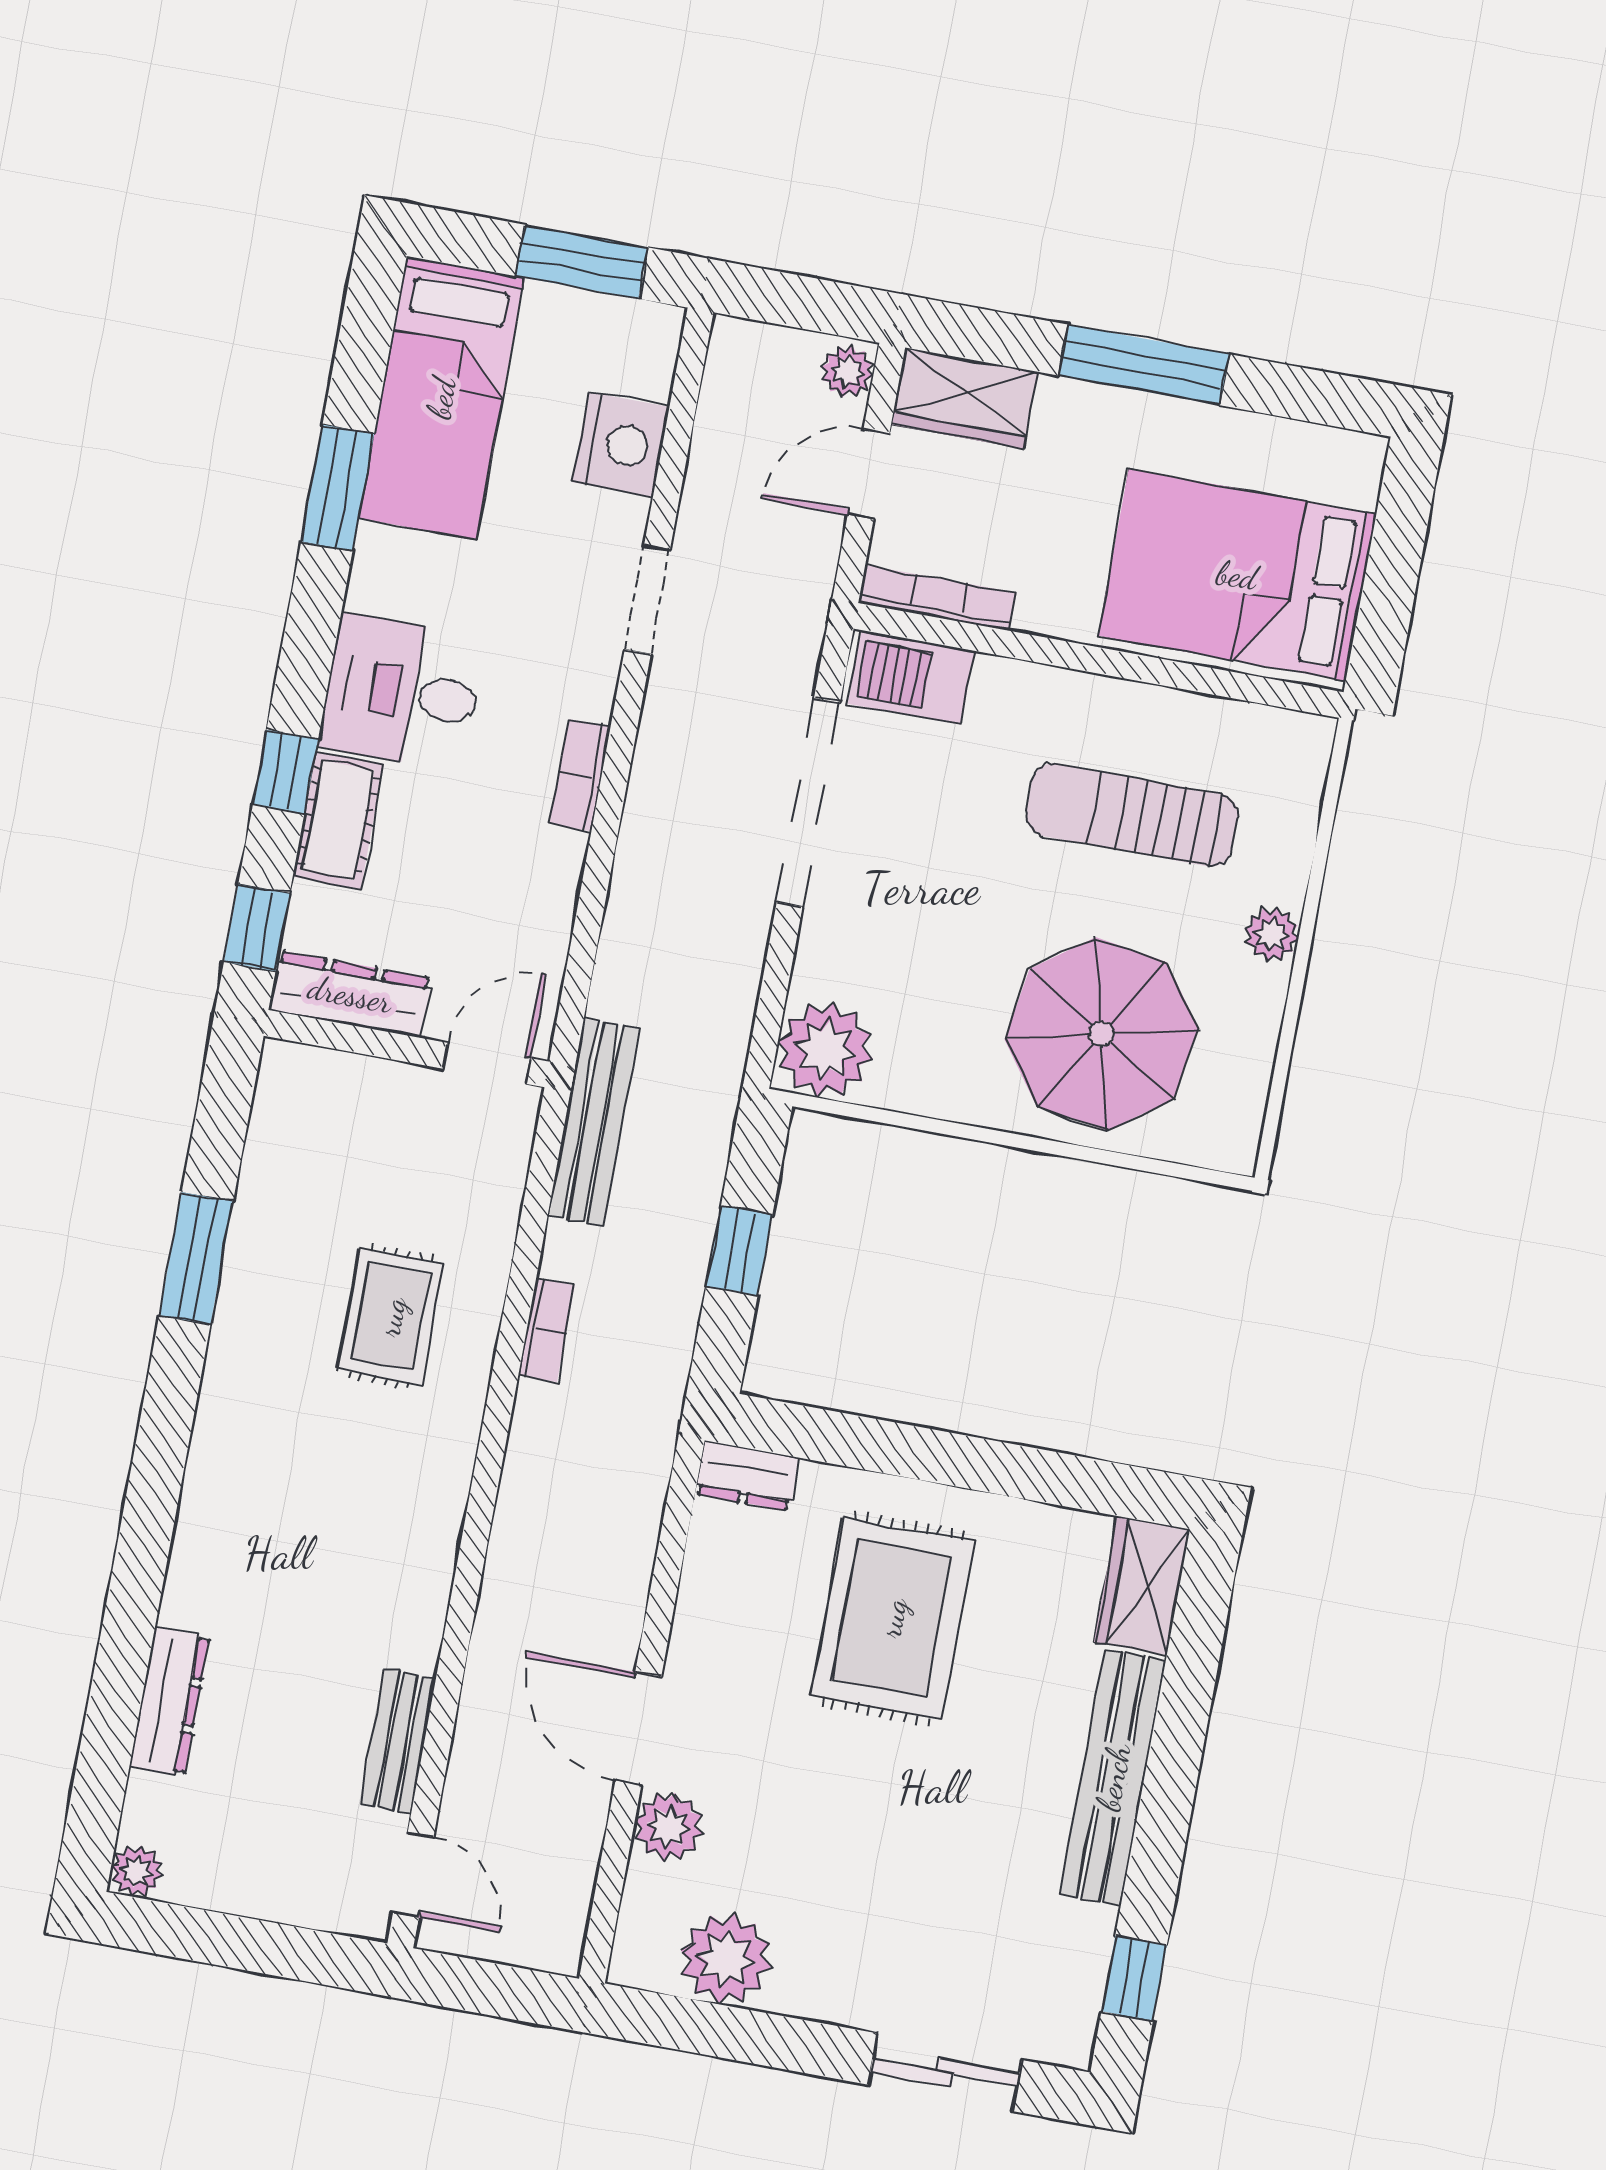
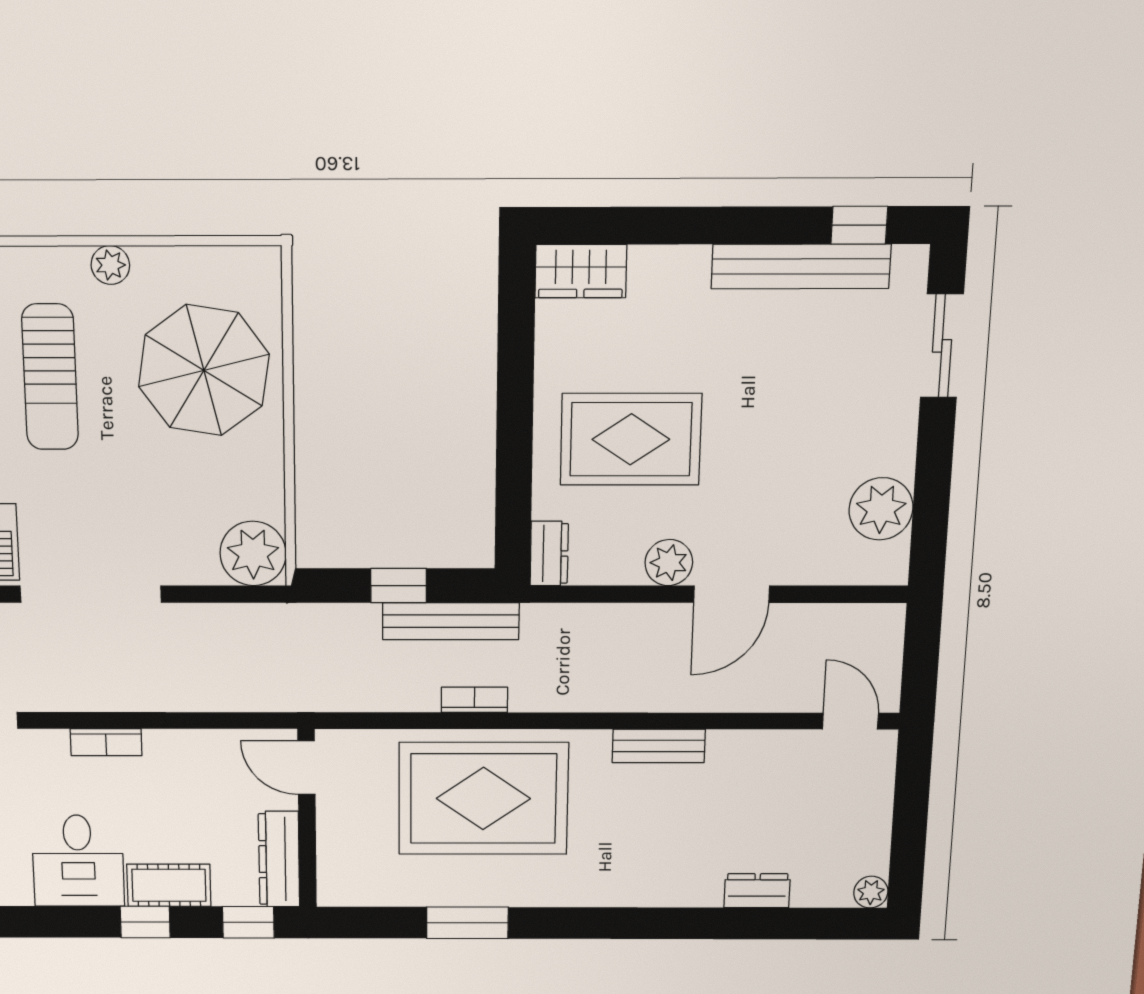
bench: (593, 1122) -> (451, 621), moved
rug: (391, 1317) -> (483, 799), width x1.86, depth x2.06
dresser: (170, 1701) -> (757, 891), width x0.70
bench: (398, 1742) -> (659, 746), moved
bench: (1113, 1777) -> (801, 266), moved
plant: (669, 1827) -> (669, 563), moved
door: (413, 1875) -> (850, 721), hinge flipped

